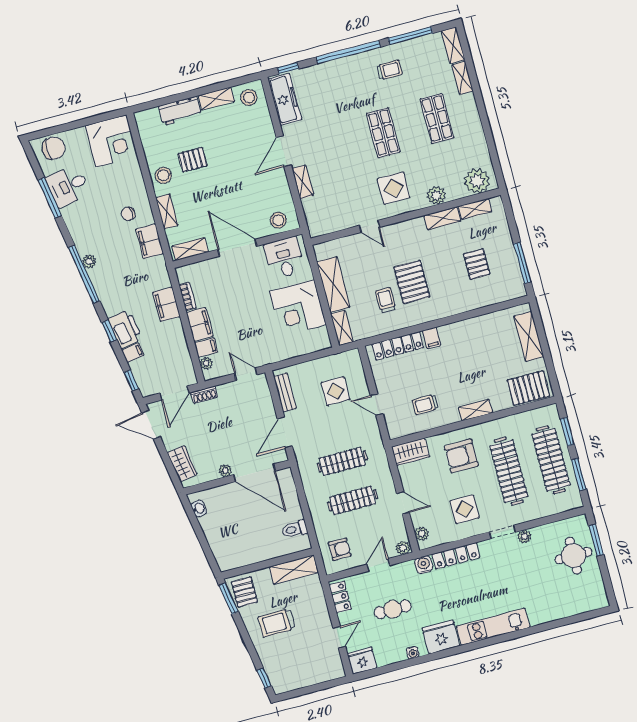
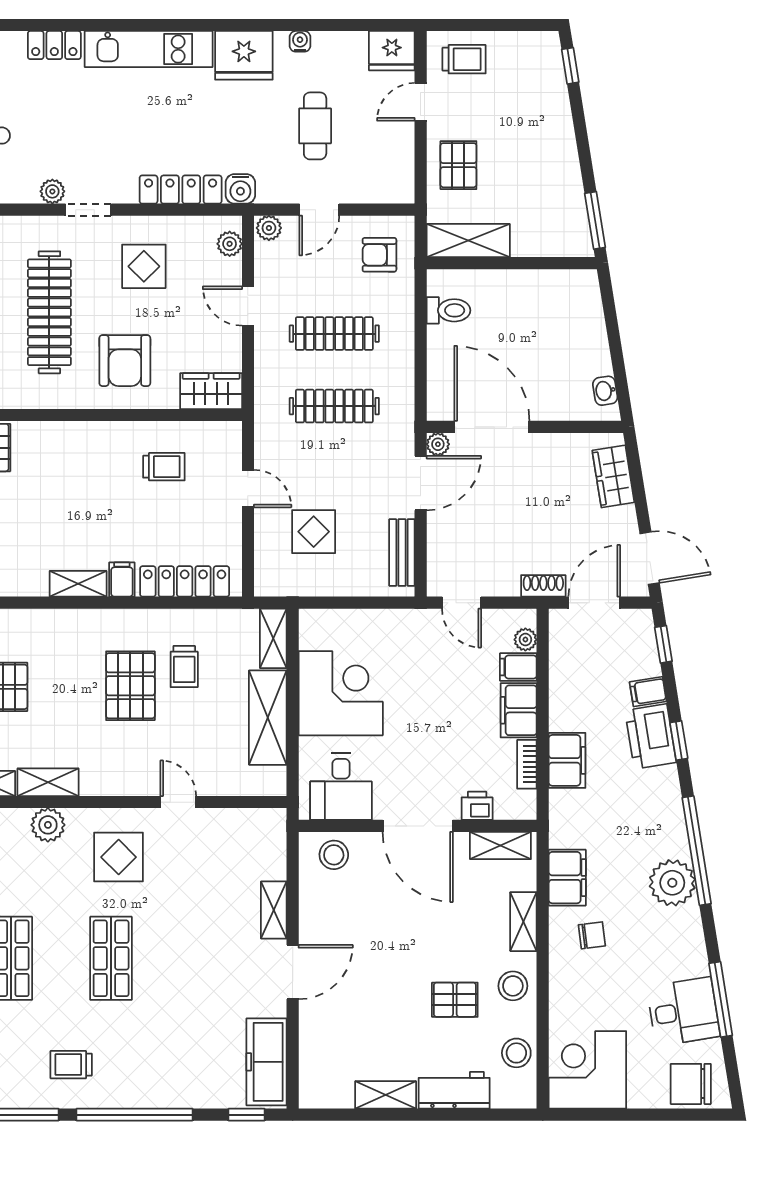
stool: (249, 97) -> (516, 1053), moved
plant: (89, 262) -> (672, 883), width x1.88, depth x1.88
printer: (208, 267) -> (477, 806), added
shelving: (475, 410) -> (78, 584), moved
armchair: (461, 456) -> (125, 361), turned 90
plant: (225, 471) -> (438, 444), moved
pallet: (244, 592) -> (458, 165), moved
locker: (340, 597) -> (54, 45), moved, turned -90
cafe table: (393, 609) -> (315, 126), turned 90
trolley: (277, 623) -> (464, 59), moved, width x0.73, depth x0.72

